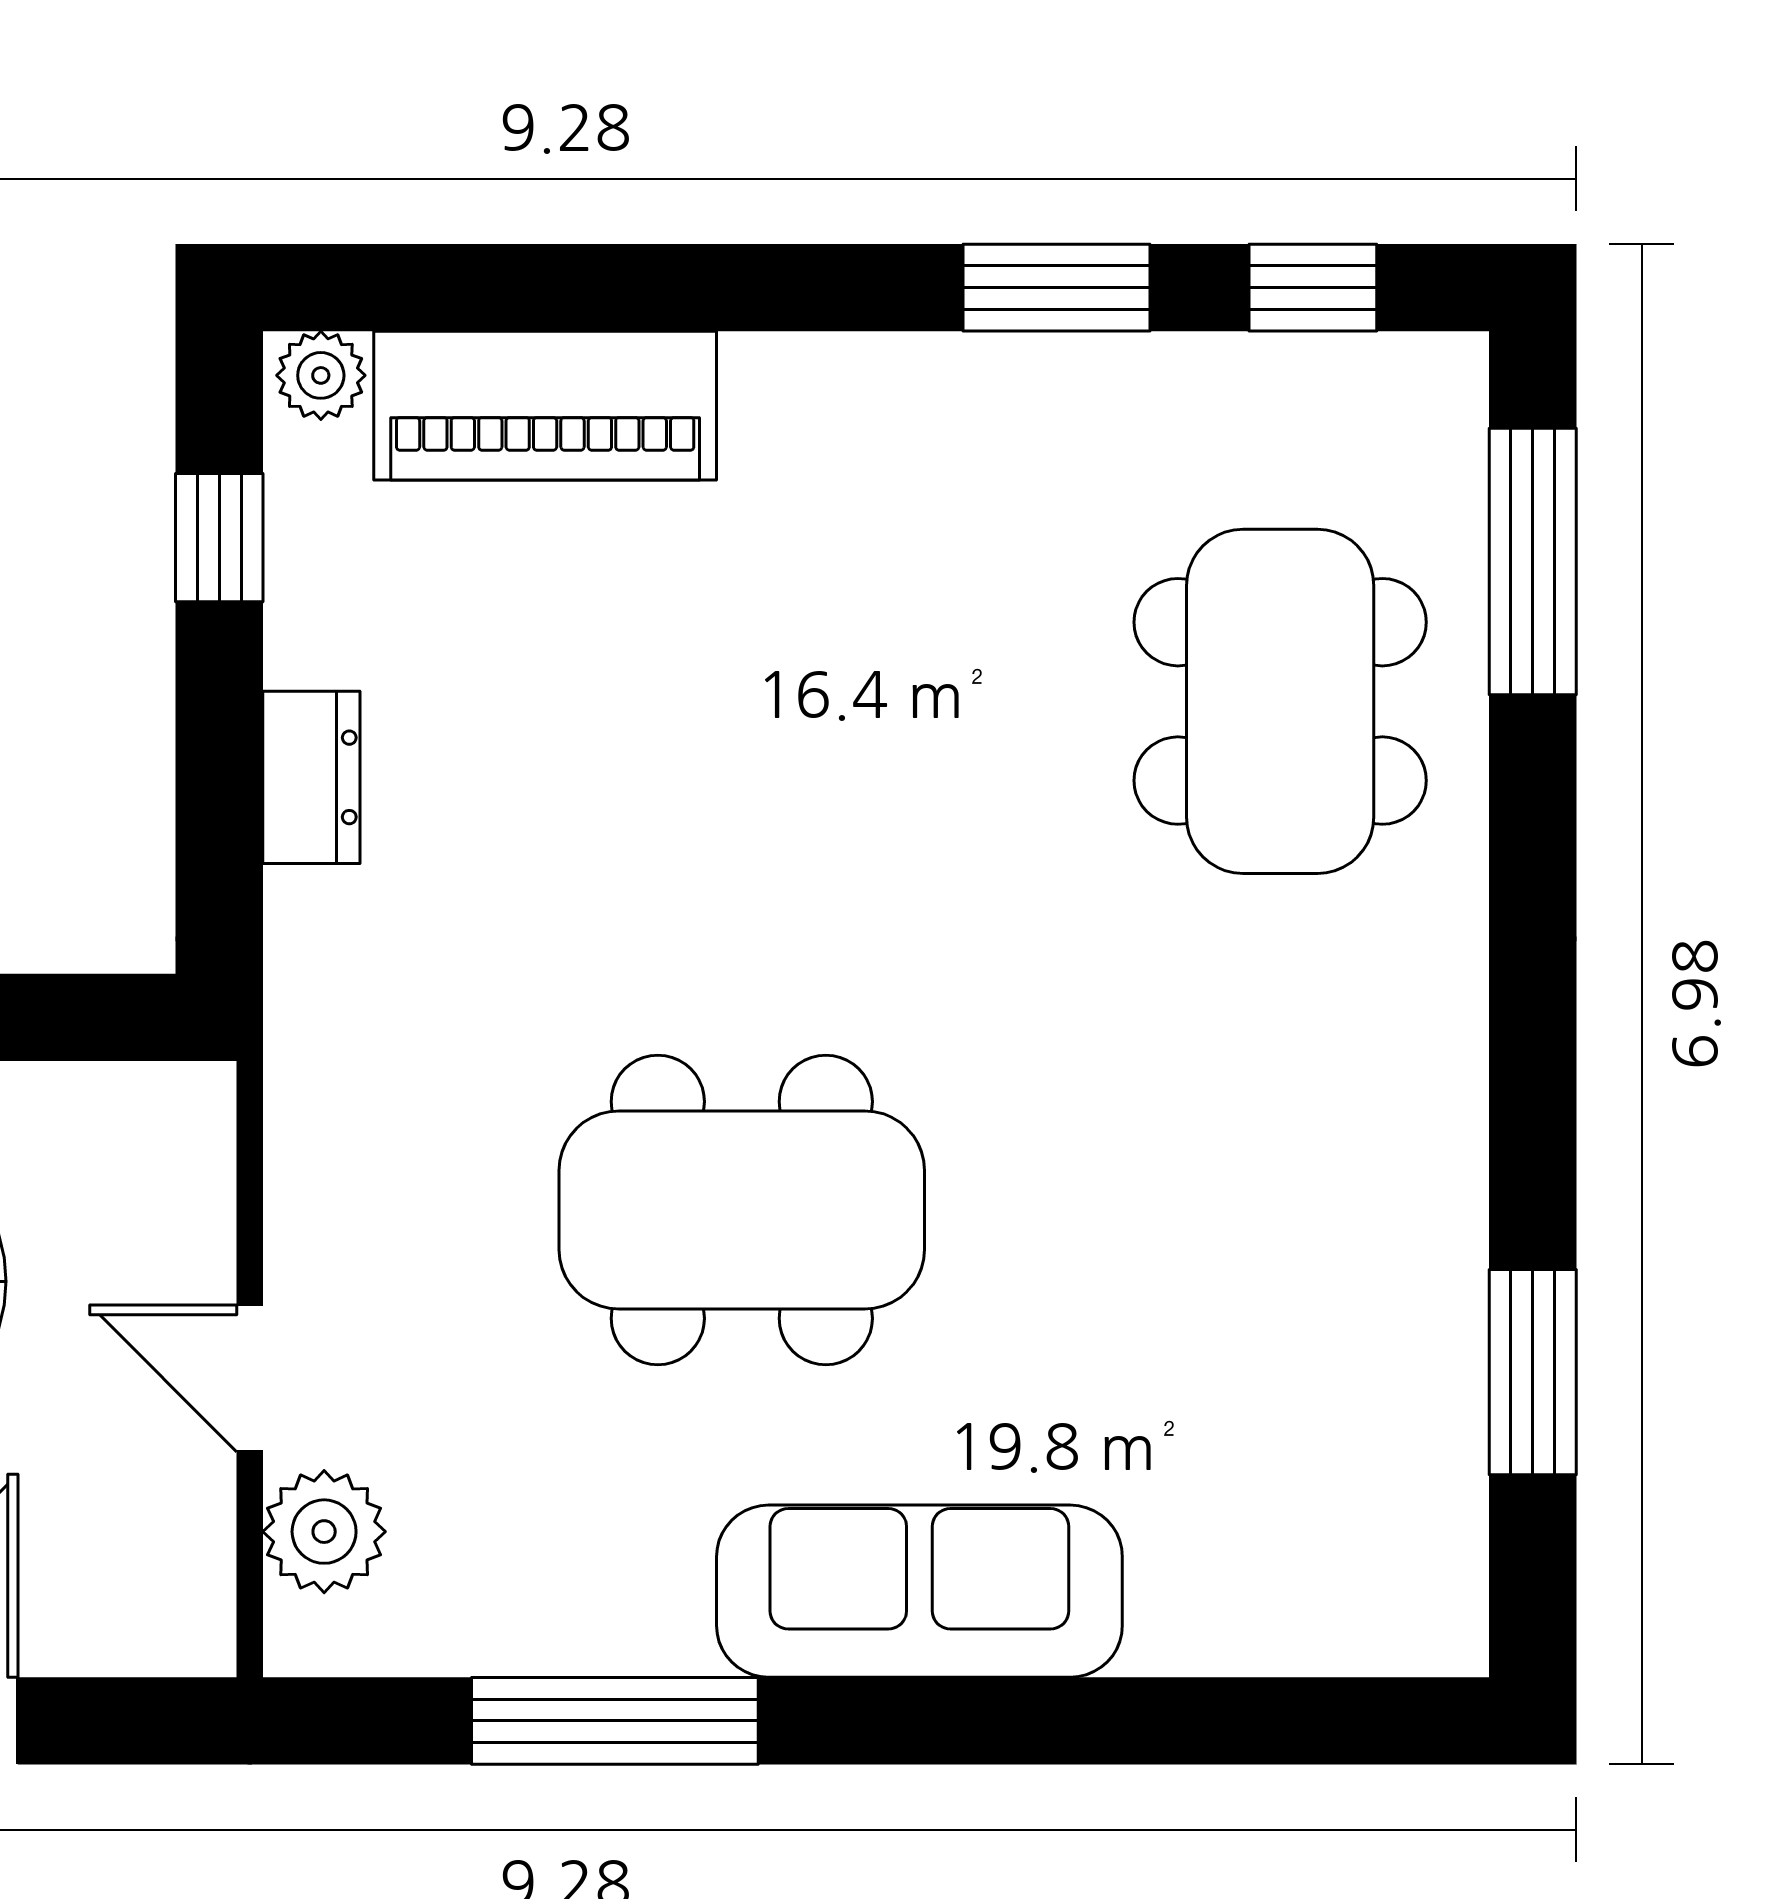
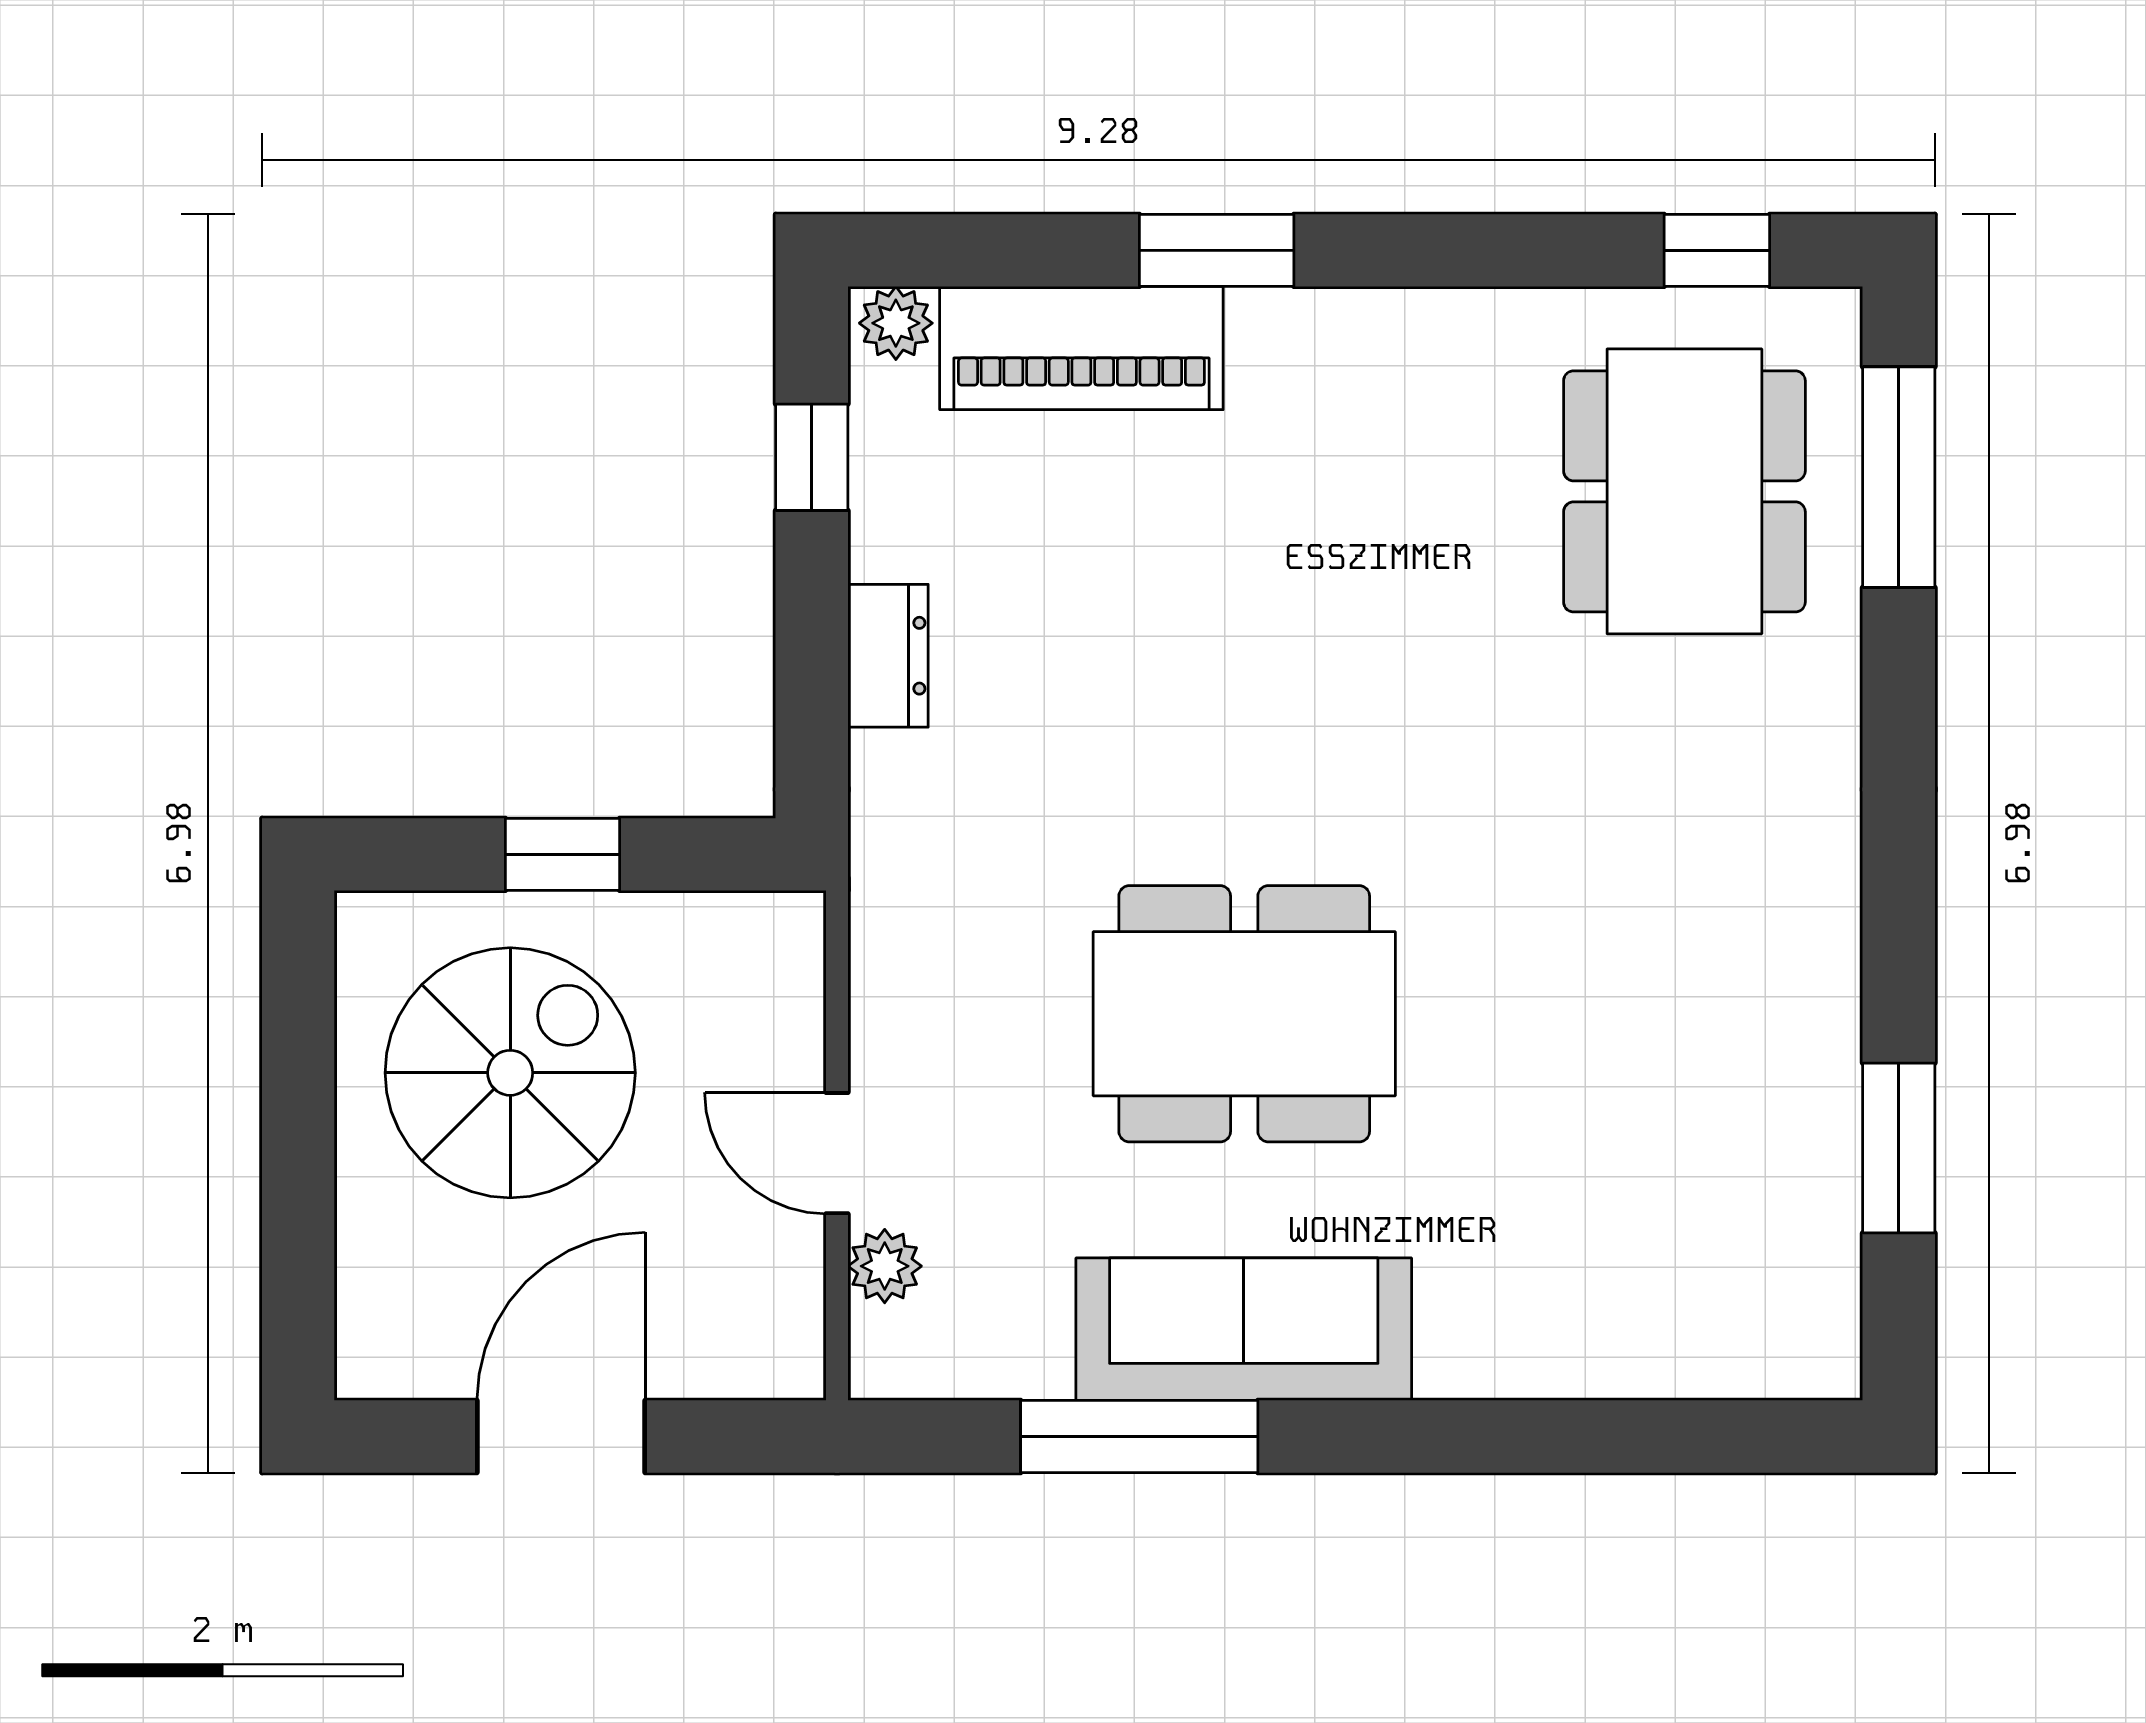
window: (1057, 288) -> (1217, 250), moved
dining table: (1280, 701) -> (1684, 491), moved
plant: (324, 1532) -> (885, 1266), width x0.73, depth x0.73
sofa: (919, 1591) -> (1244, 1329), moved

